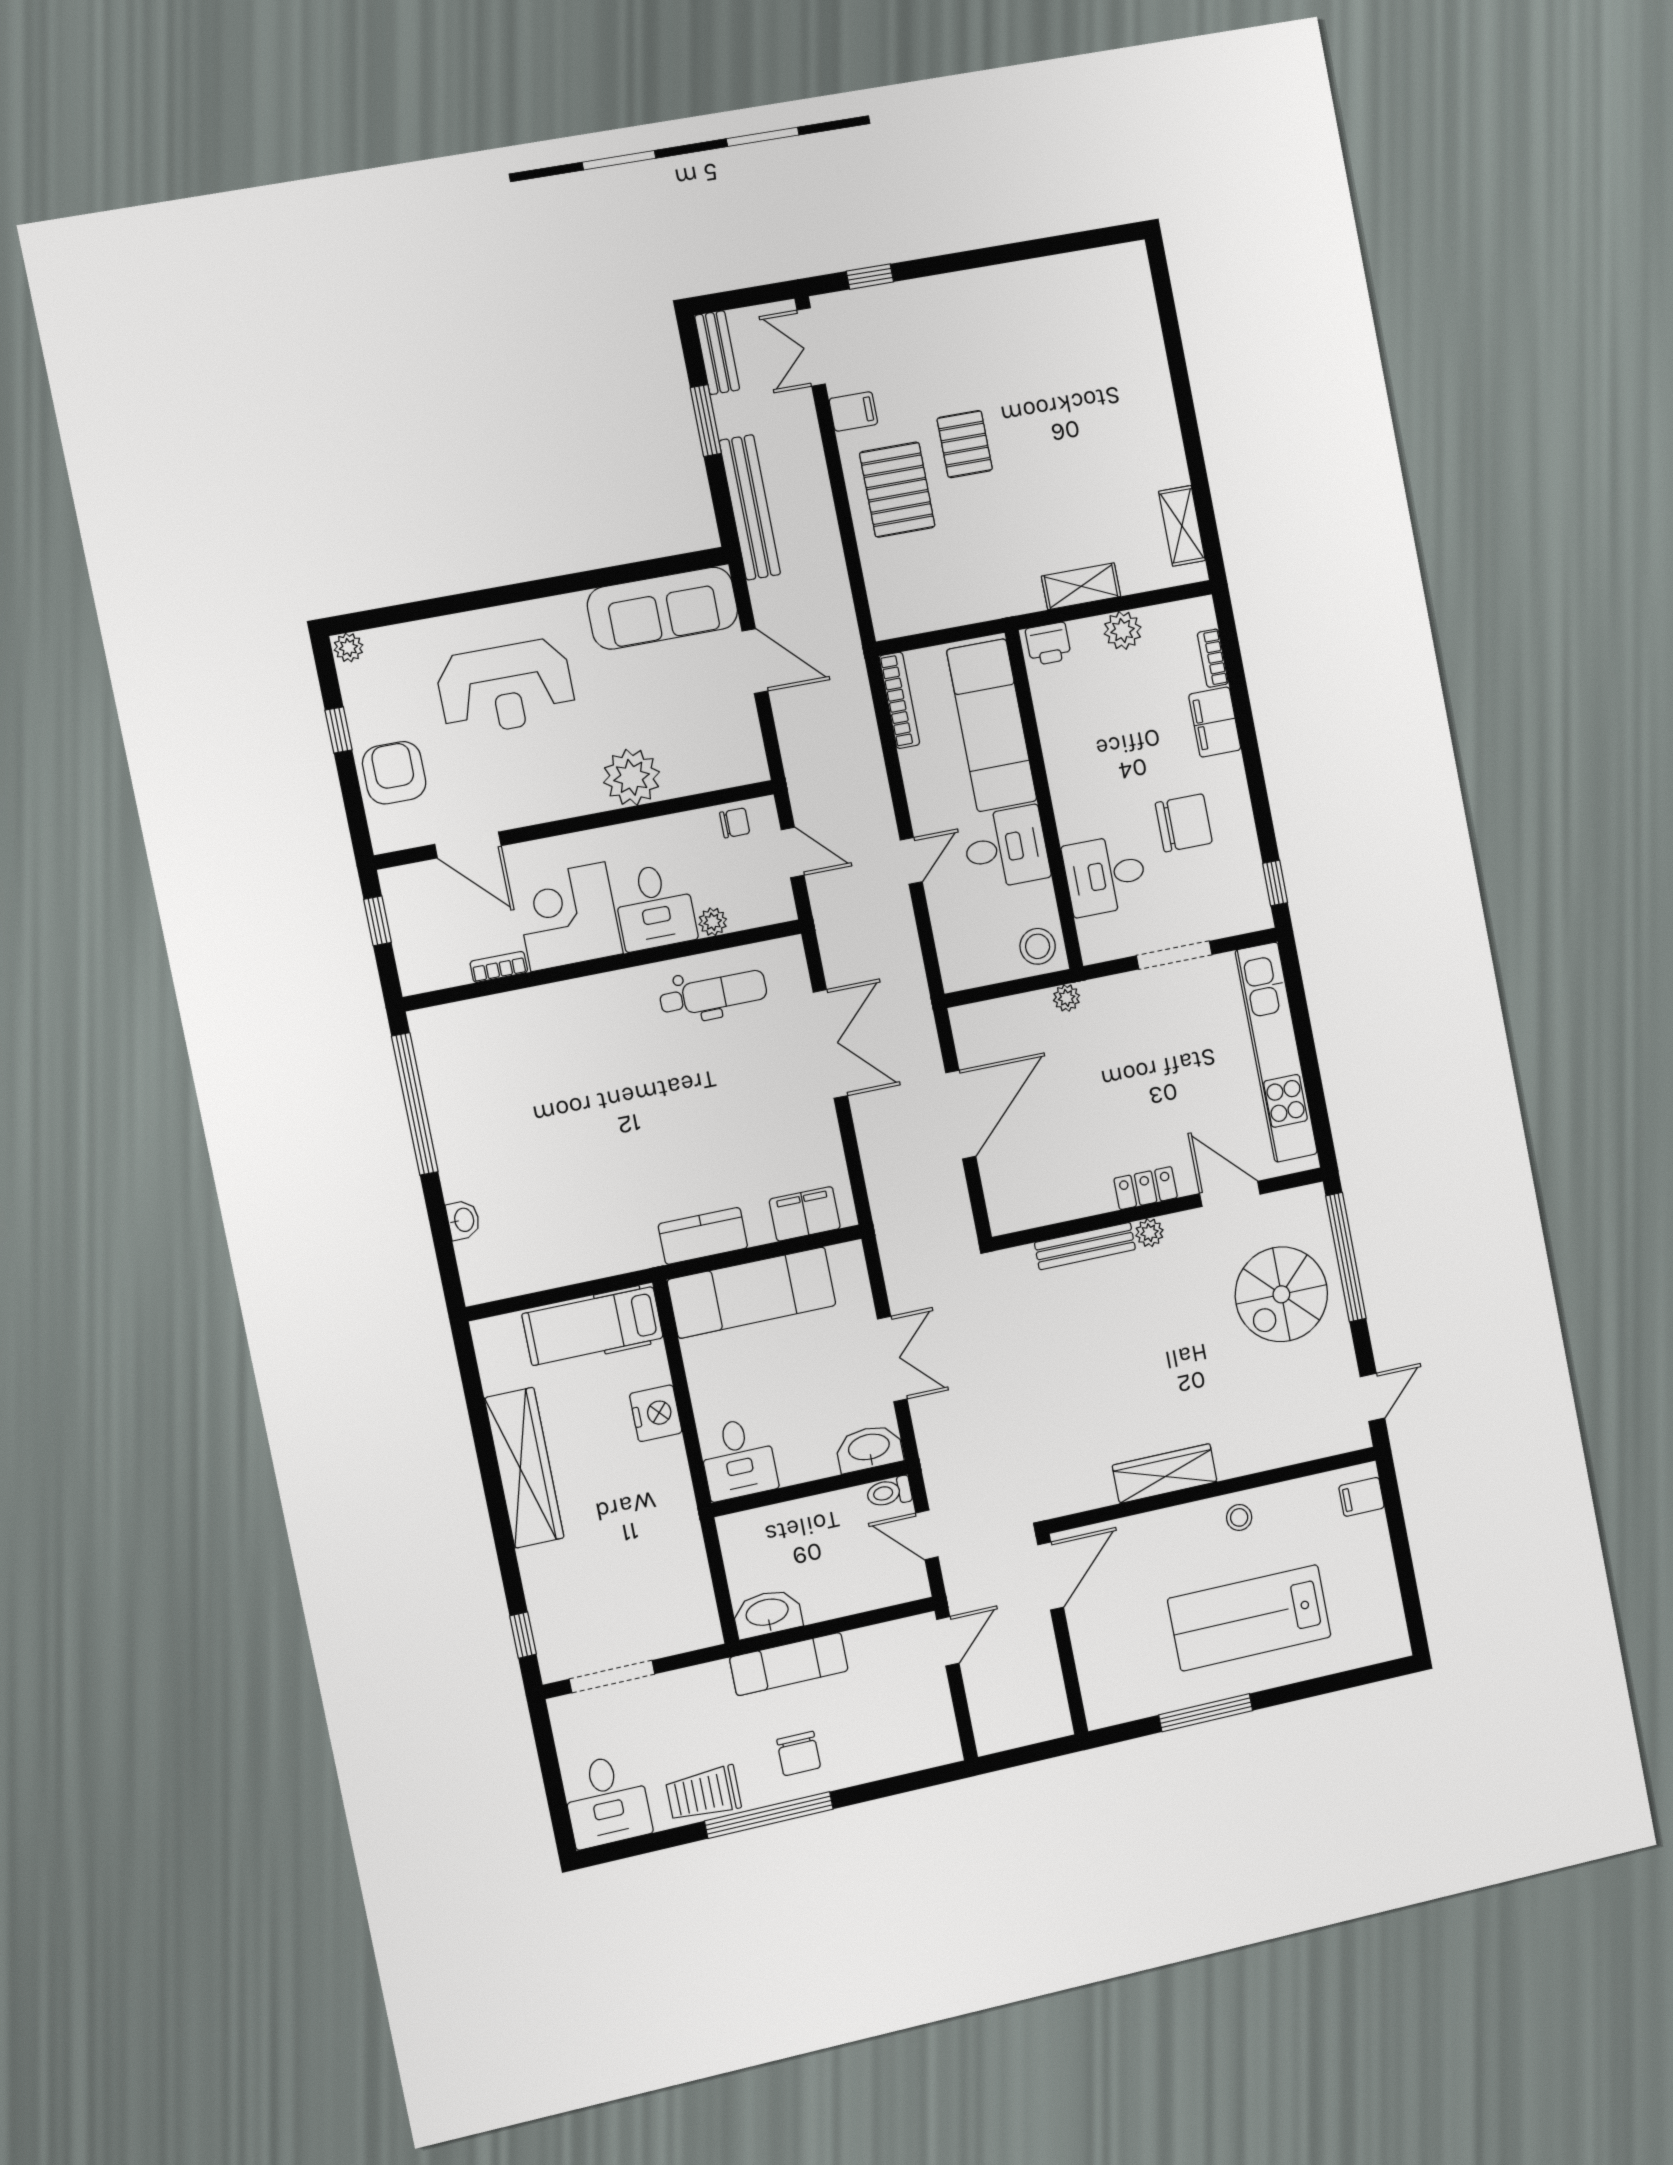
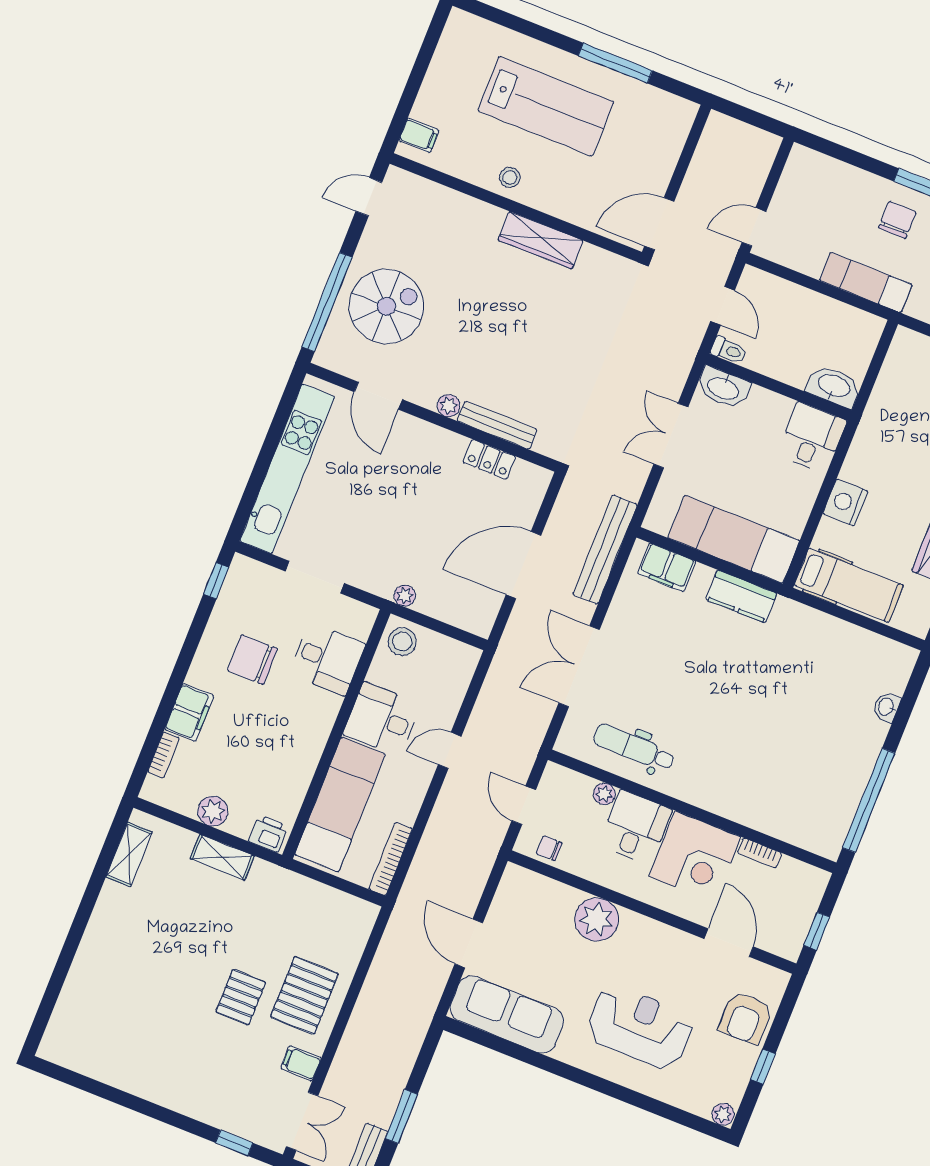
bench: (750, 507) -> (605, 550), moved
locker: (1146, 1188) -> (489, 459), moved
washbasin: (767, 1613) -> (834, 386), moved, turned 180

